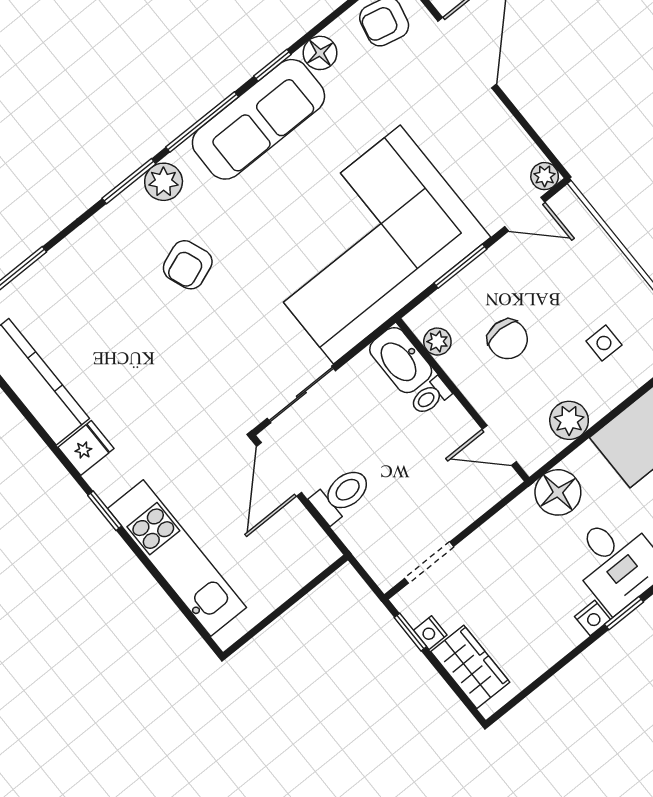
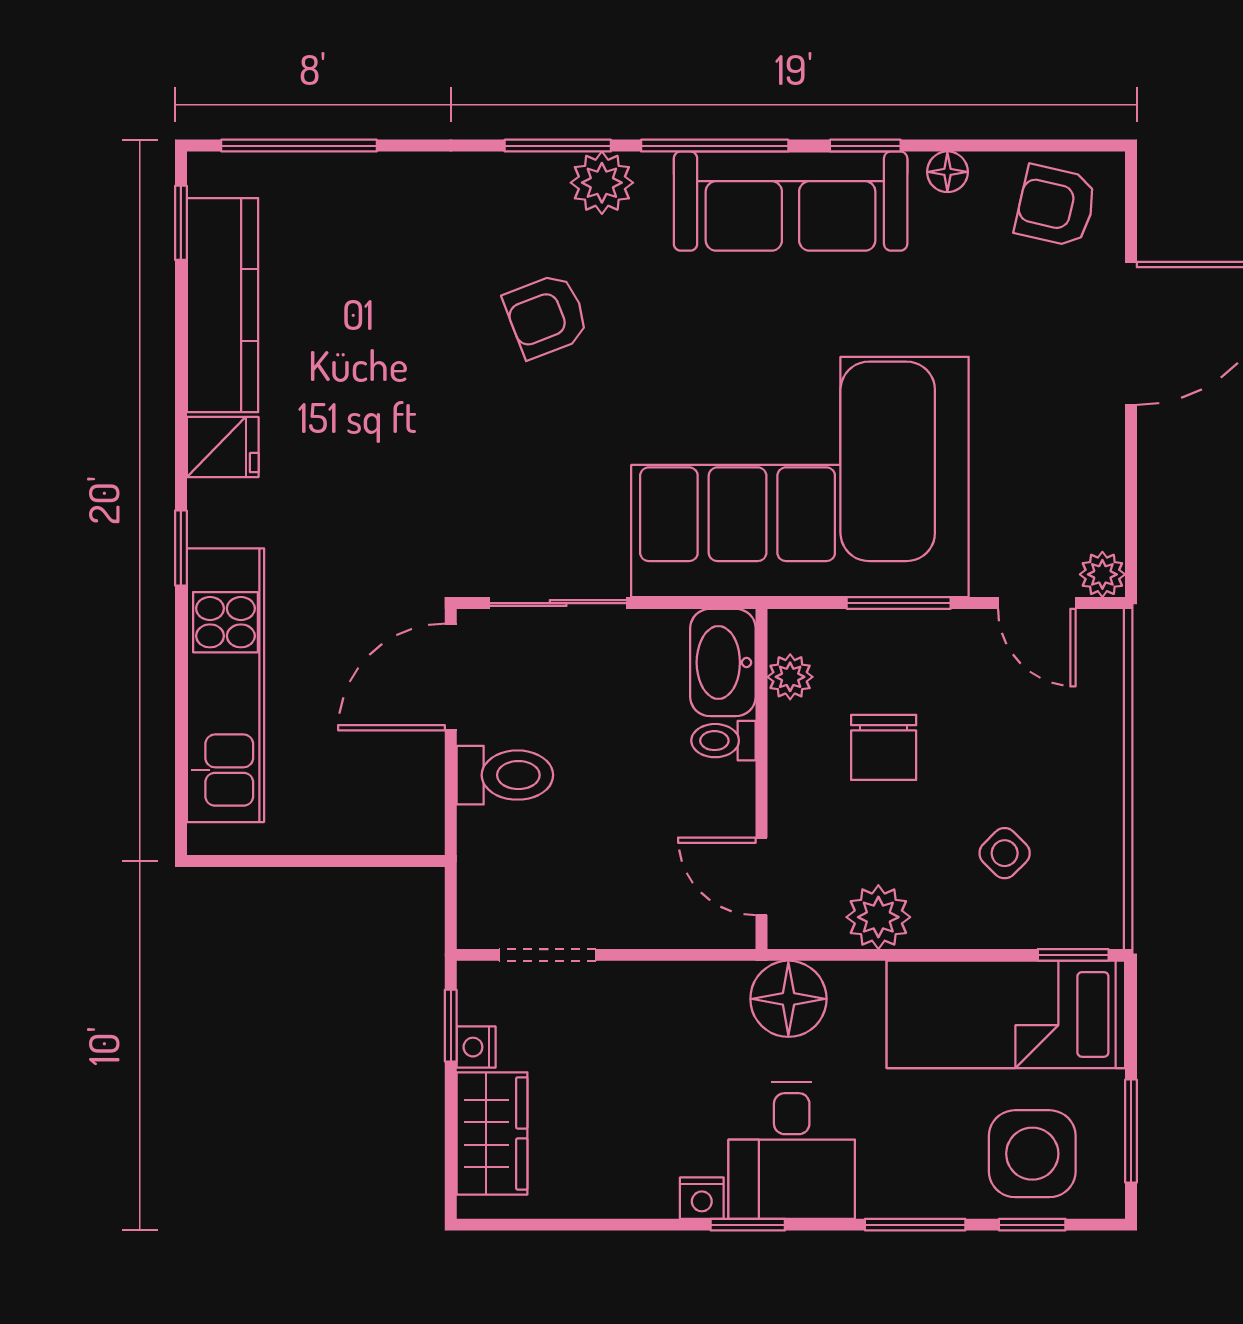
floor lamp: (320, 53) -> (947, 172), width x0.73, depth x0.73
side table: (604, 343) -> (1005, 853), turned 45

